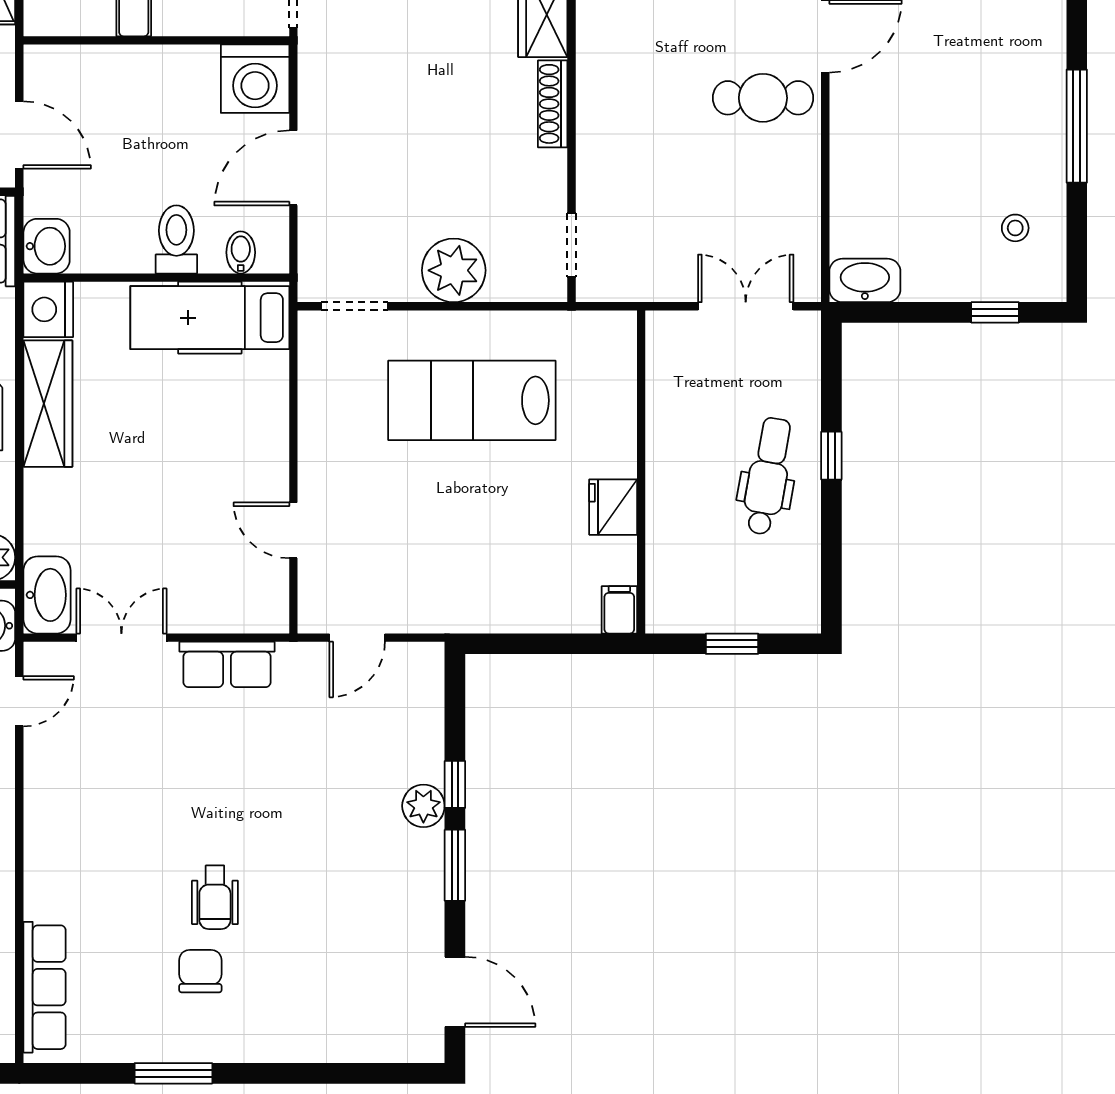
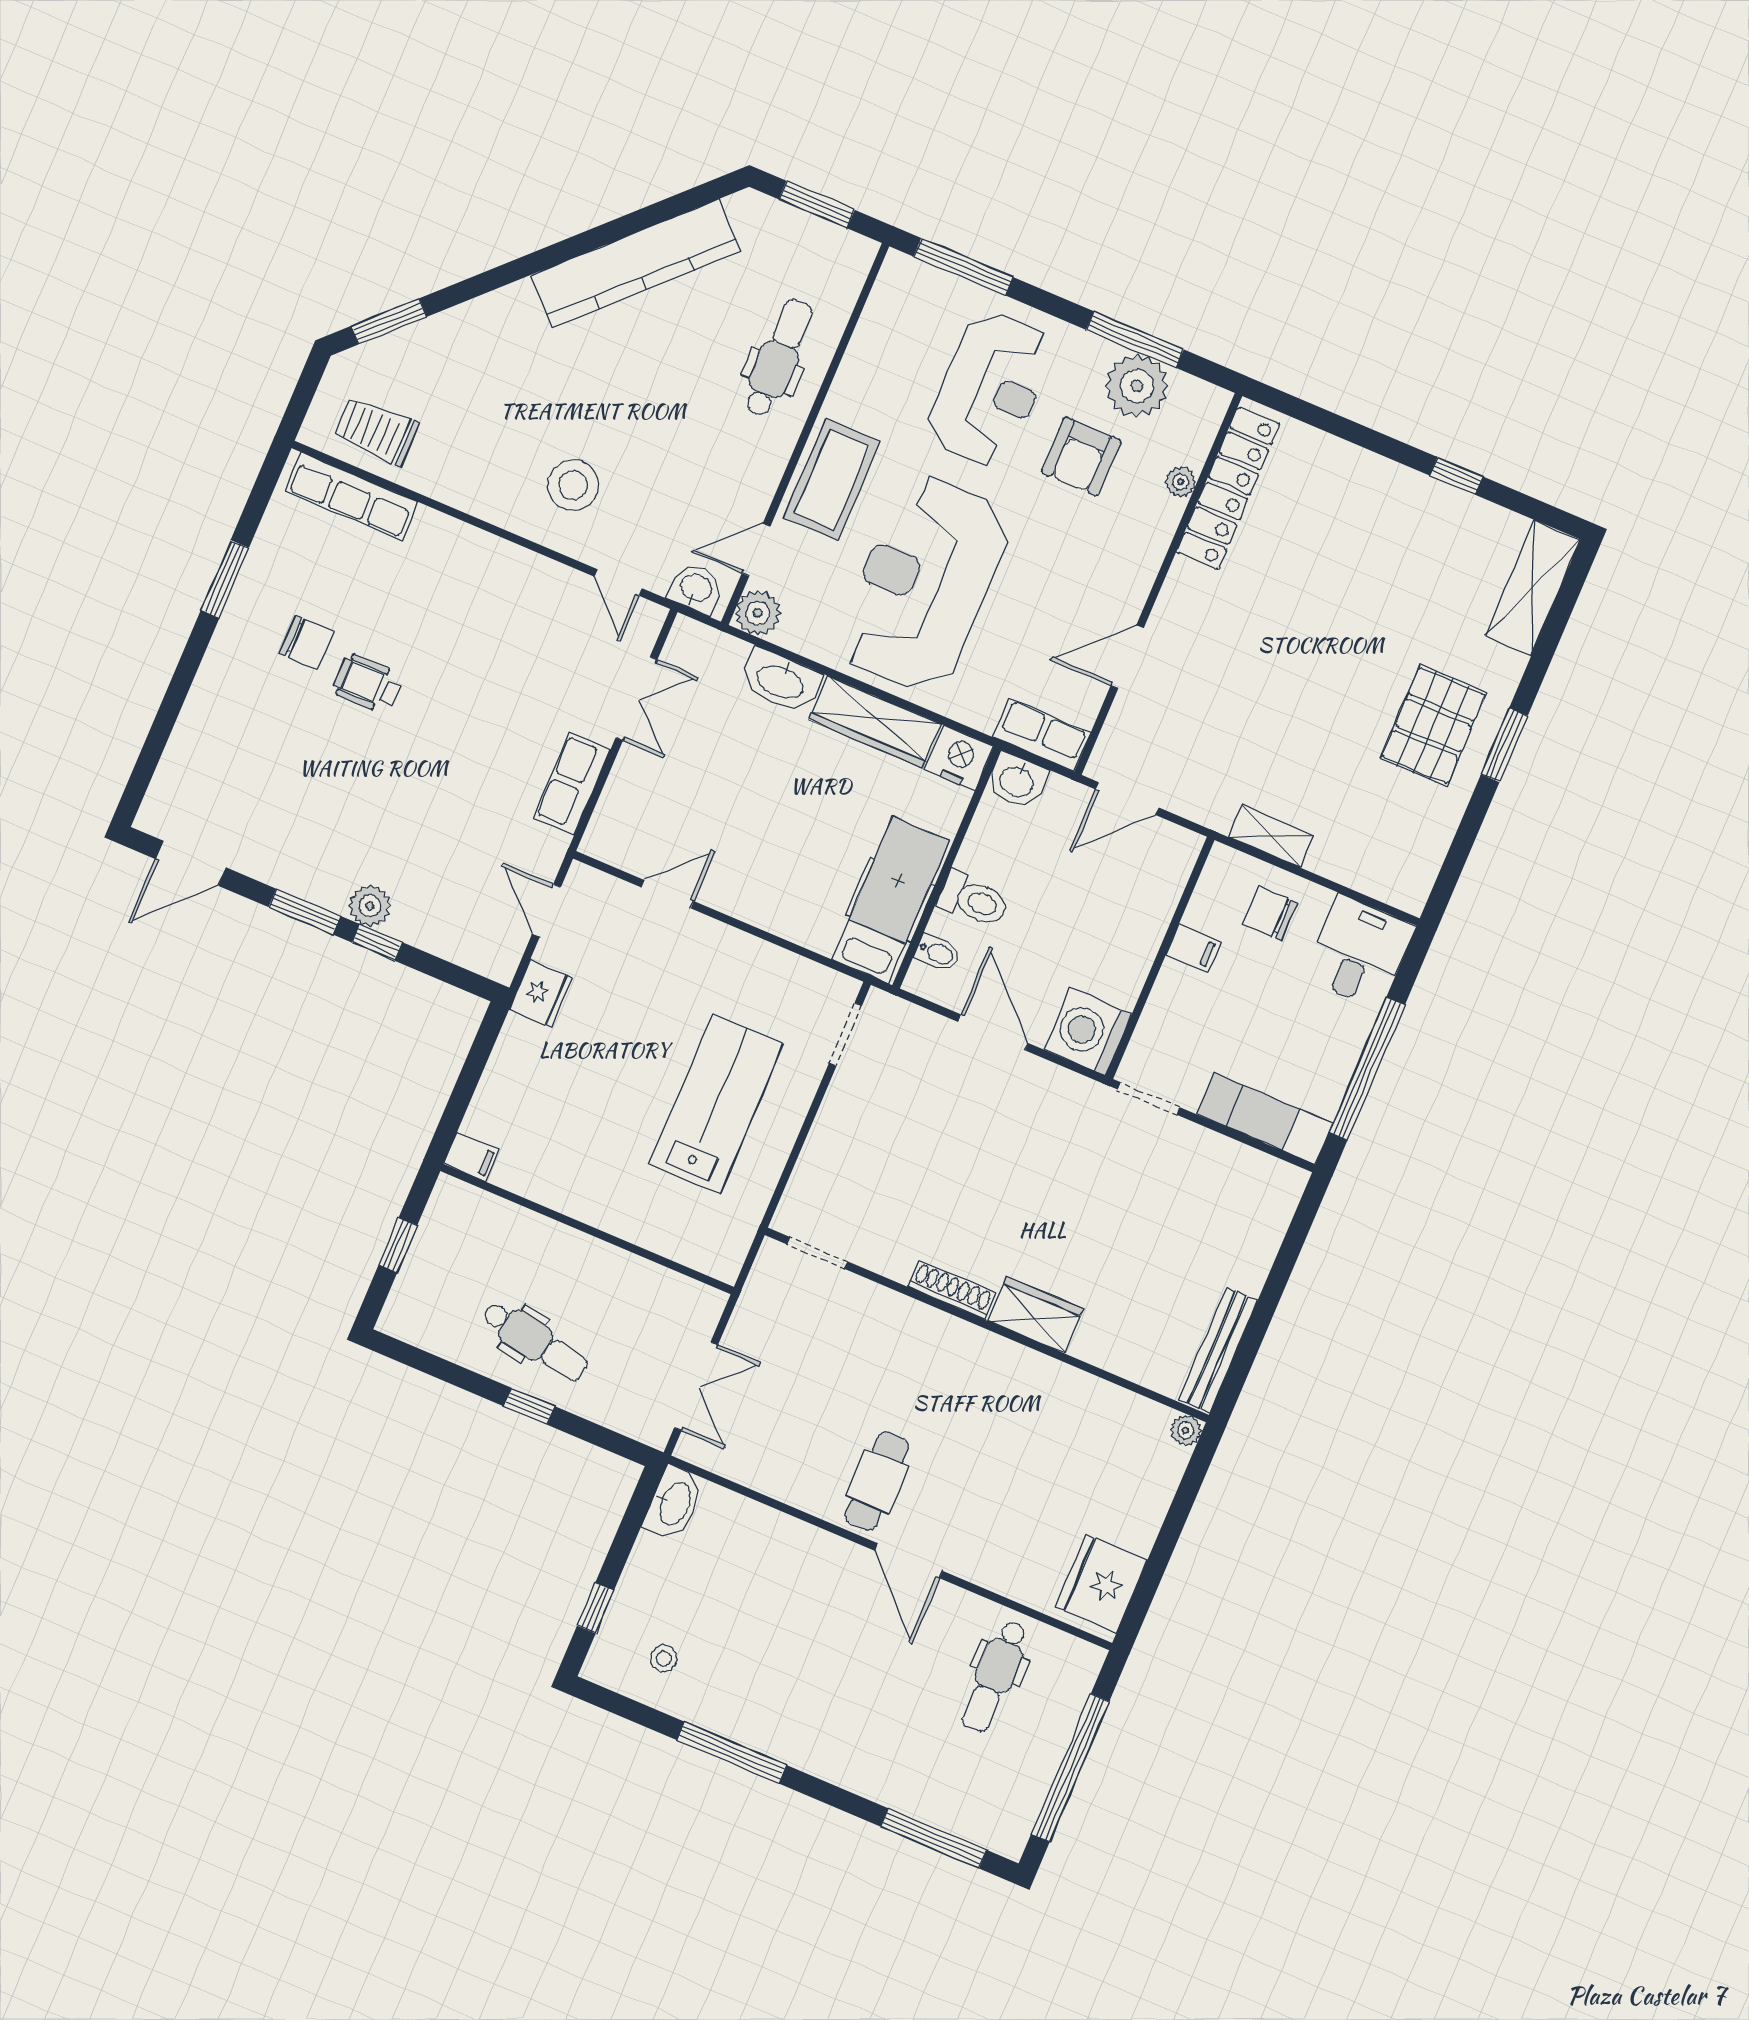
plant: (454, 270) -> (840, 1137), removed
fridge: (613, 507) -> (541, 993), moved, turned 90
washbasin: (47, 595) -> (781, 681), moved

